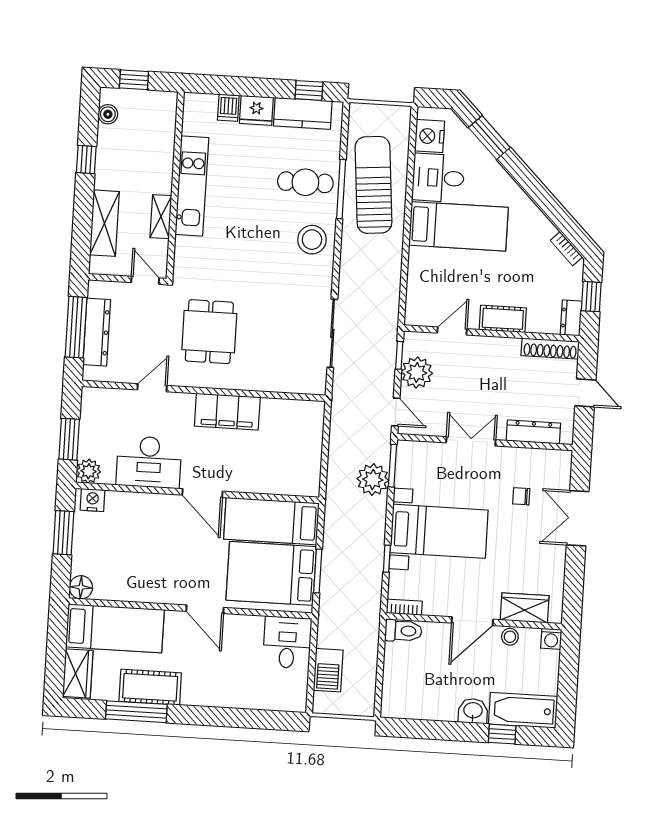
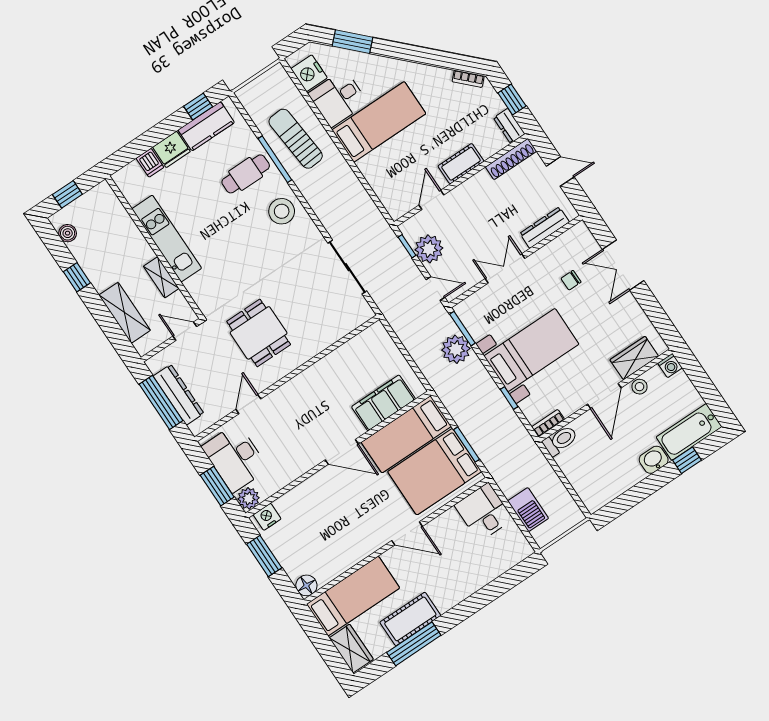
sun lounger: (373, 185) -> (296, 139), width x0.73, depth x0.75
filing cabinet: (227, 412) -> (383, 403), moved, turned 180
desk: (149, 462) -> (235, 458), moved, turned 90

